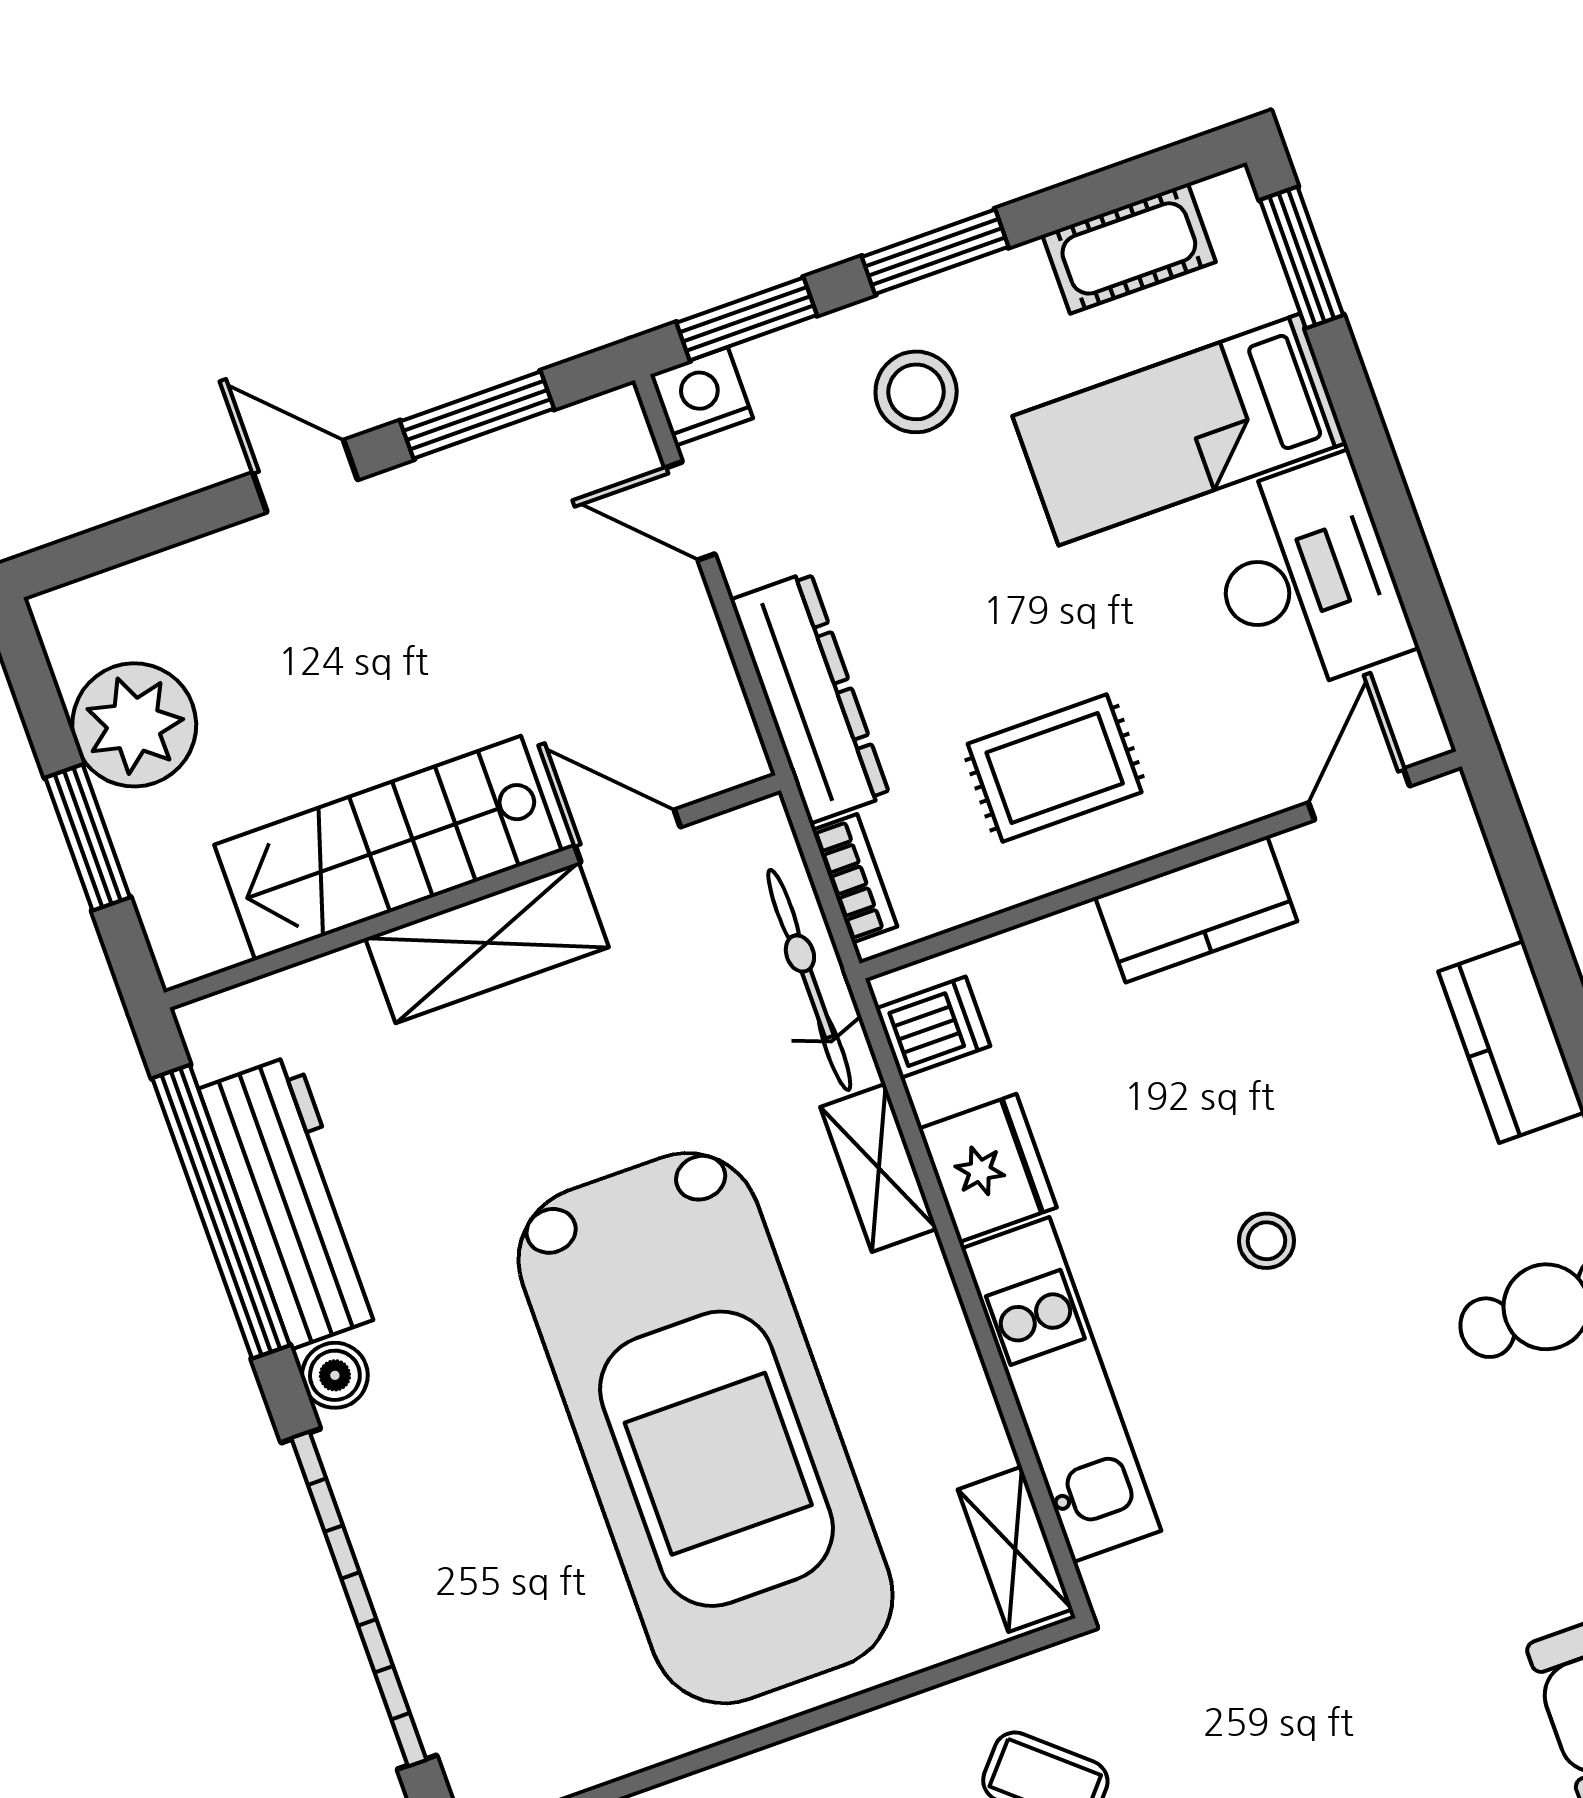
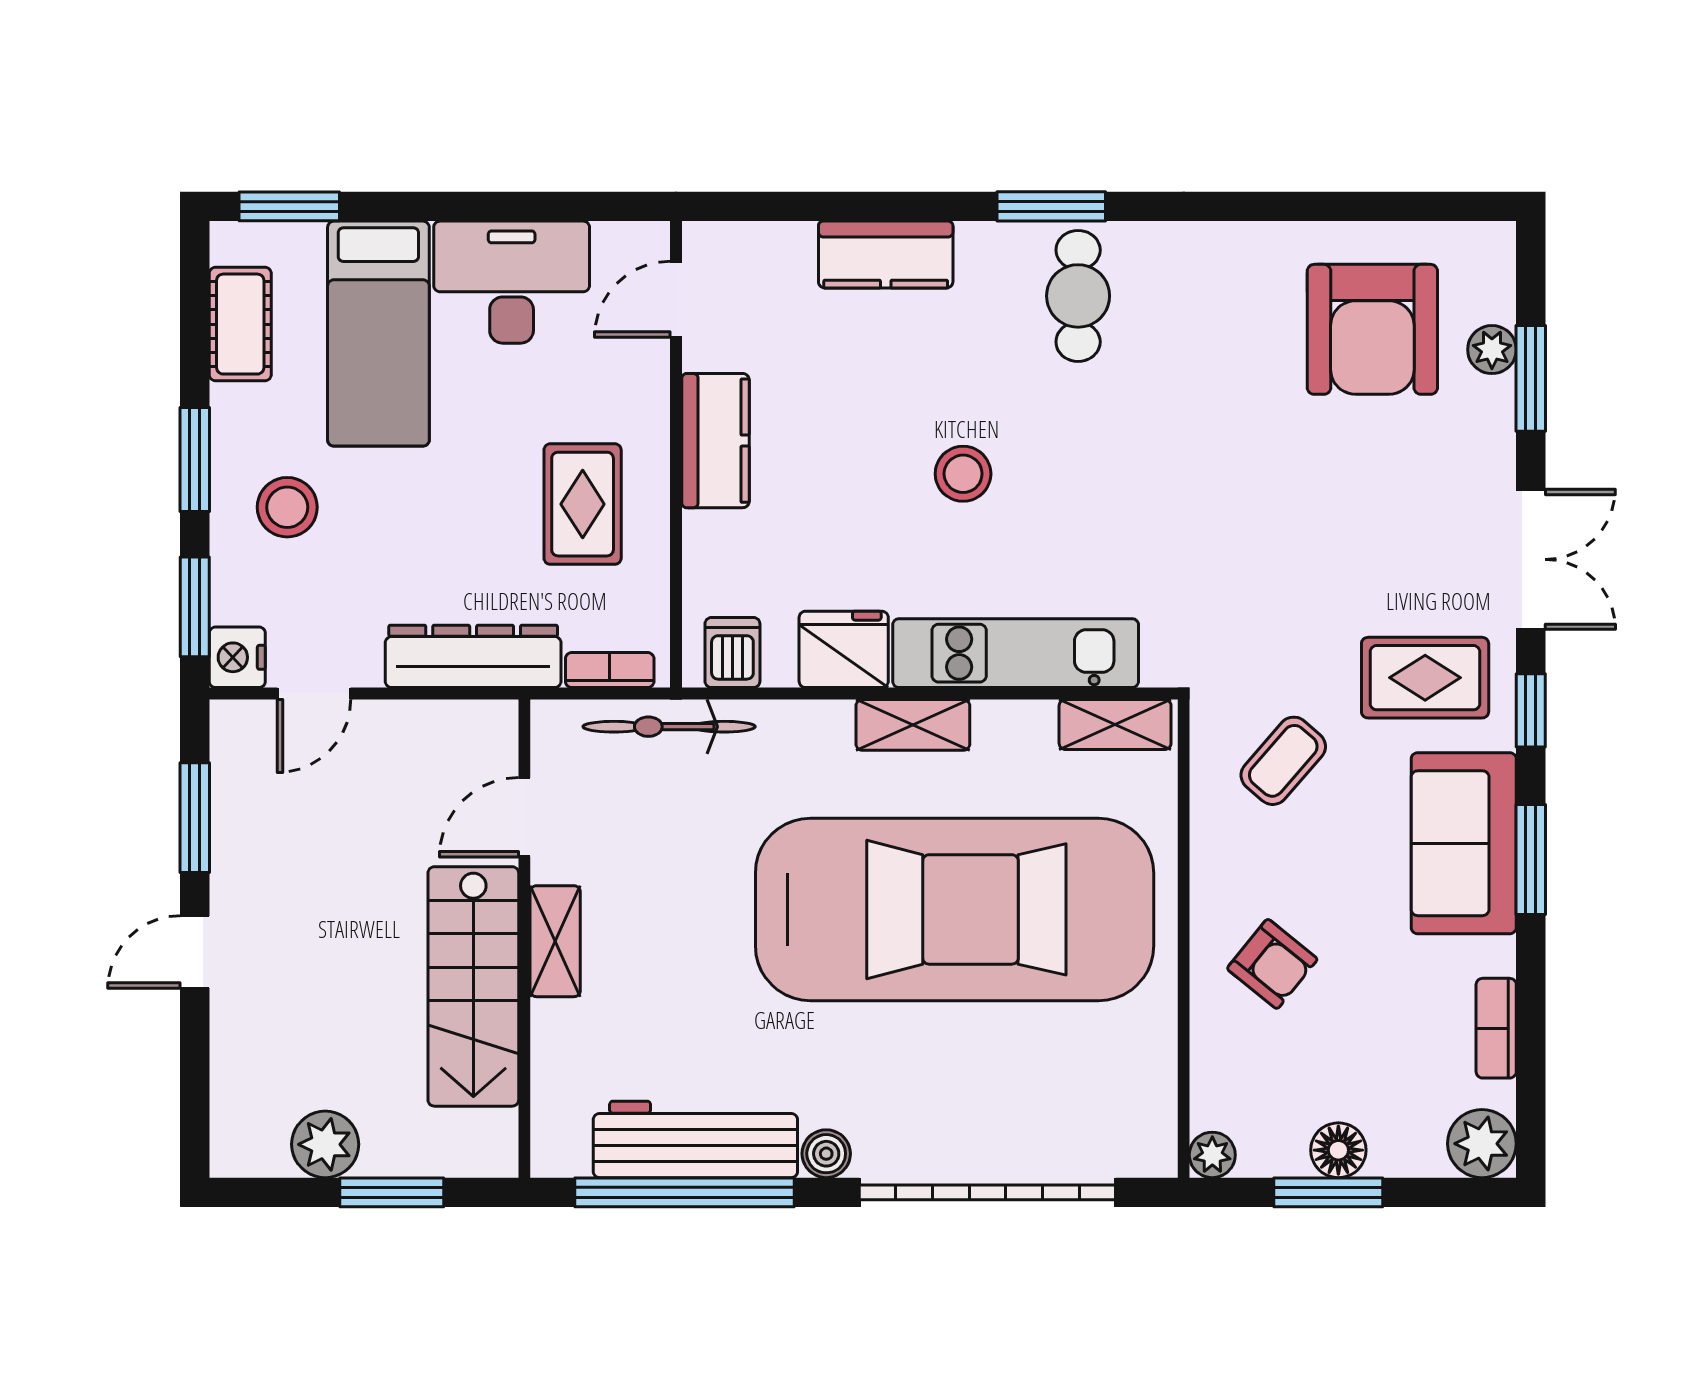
plant: (134, 725) -> (325, 1144), width x0.73, depth x0.73
door: (1359, 794) -> (676, 299), hinge flipped
shelving: (487, 943) -> (555, 941), width x0.67, depth x0.75
shelving: (879, 1168) -> (913, 725), moved
stool: (1267, 1241) -> (963, 474), width x1.37, depth x1.37

